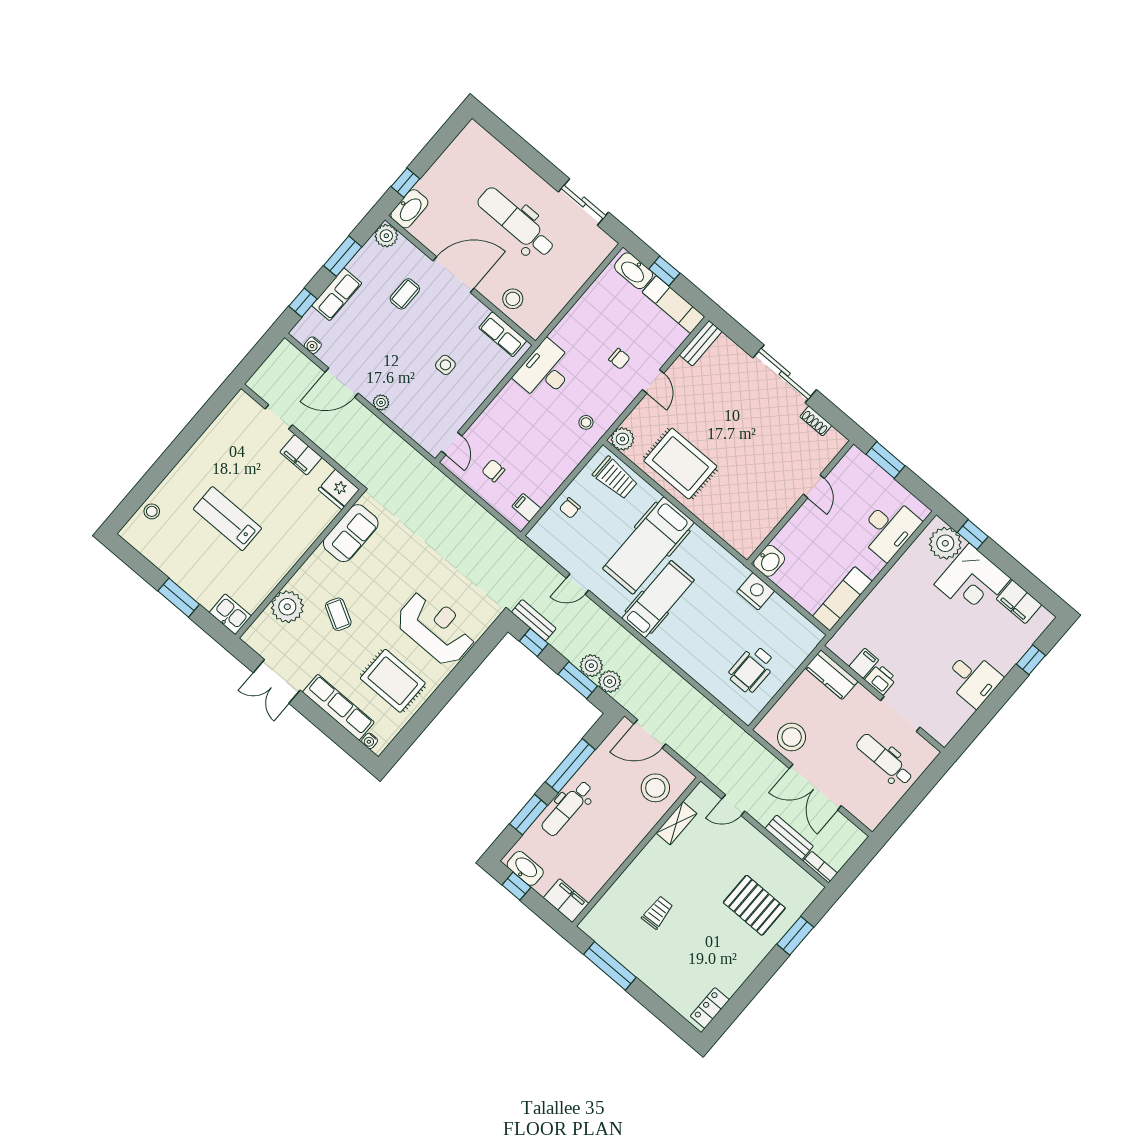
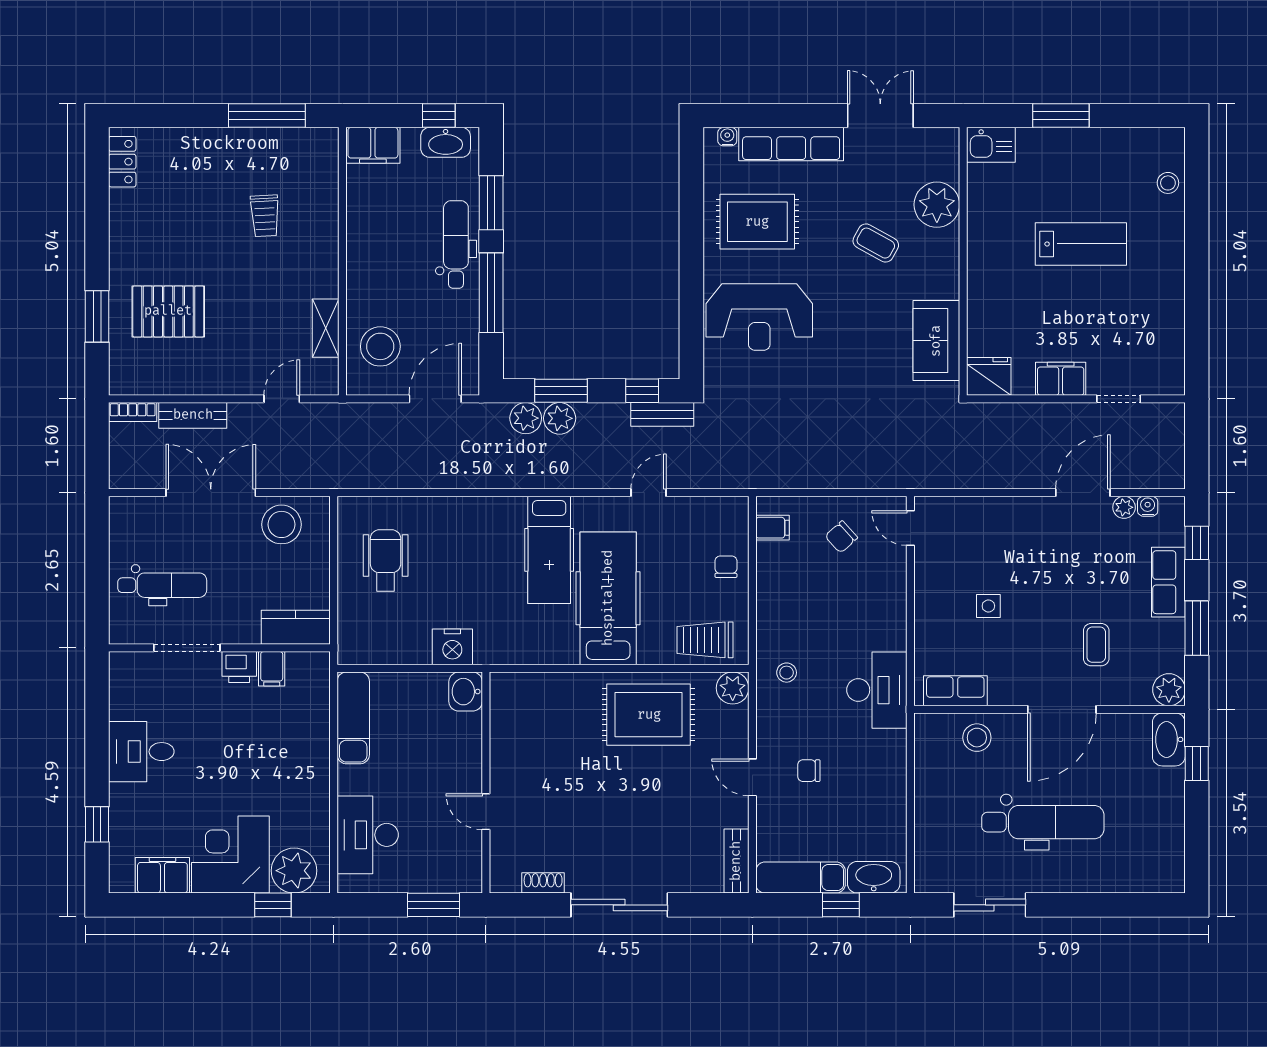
plant: (381, 402) -> (1124, 507), moved
chair: (493, 471) -> (841, 537), turned 138

